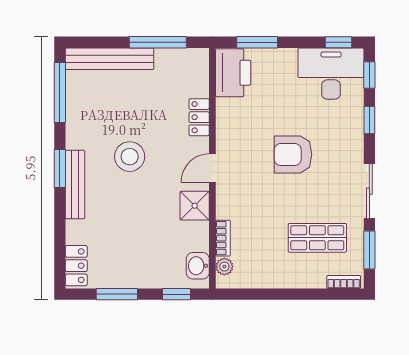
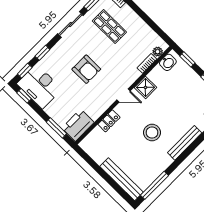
window: (158, 42) -> (96, 167), removed
window: (60, 169) -> (184, 155), removed

